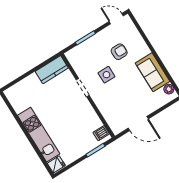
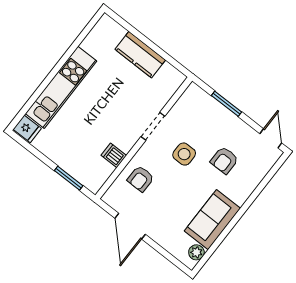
armchair: (119, 52) -> (224, 160), turned 90
kitchen counter: (52, 70) -> (140, 55), moved
armchair: (112, 107) -> (141, 179), added
dishwasher: (101, 133) -> (114, 155), moved

